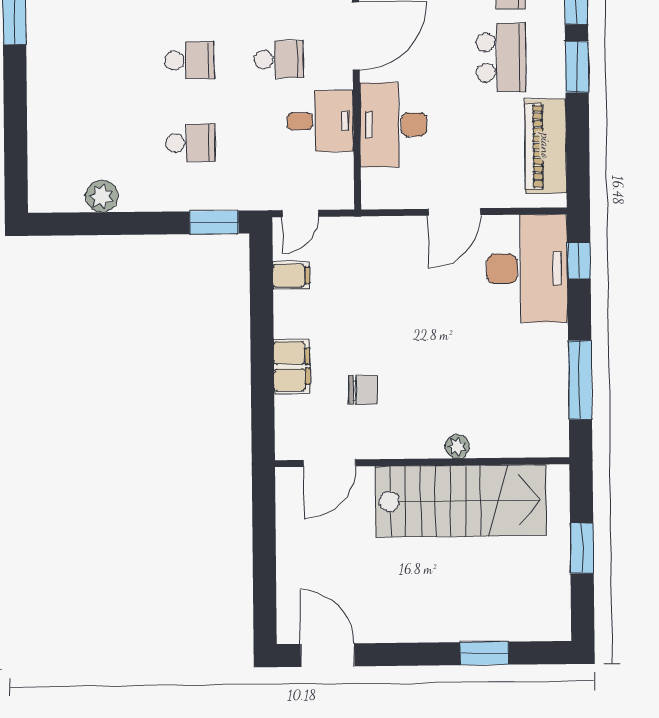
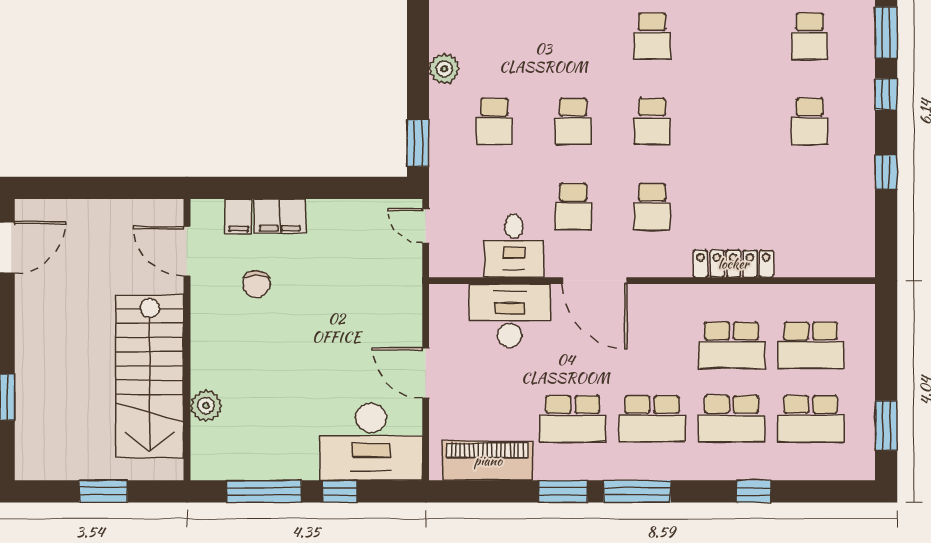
plant: (102, 196) -> (444, 69), moved
window: (579, 260) -> (339, 491), moved
filing cabinet: (291, 275) -> (239, 216), moved
plant: (457, 446) -> (206, 406), moved, width x1.38, depth x1.38

